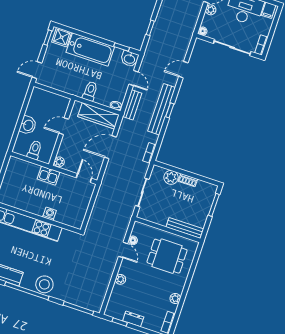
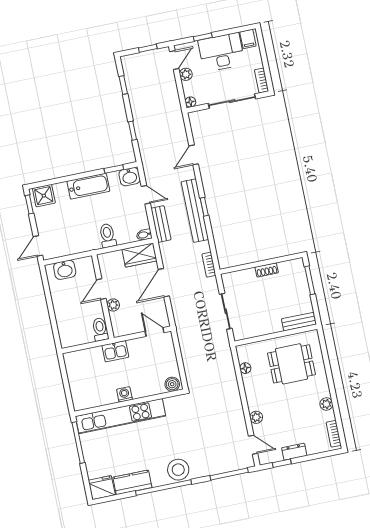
bathtub: (90, 49) -> (88, 186), width x0.73, depth x0.73
wardrobe: (98, 116) -> (139, 255), width x0.67
washbasin: (28, 125) -> (65, 270), moved, turned 90
toilet: (35, 150) -> (100, 329), moved
plant: (59, 162) -> (113, 305), moved
plant: (171, 177) -> (247, 277), removed
washing machine: (50, 214) -> (124, 394), moved
boiler: (75, 222) -> (172, 384), added
bench: (185, 228) -> (299, 322), width x0.73
door: (123, 250) -> (253, 445), moved

